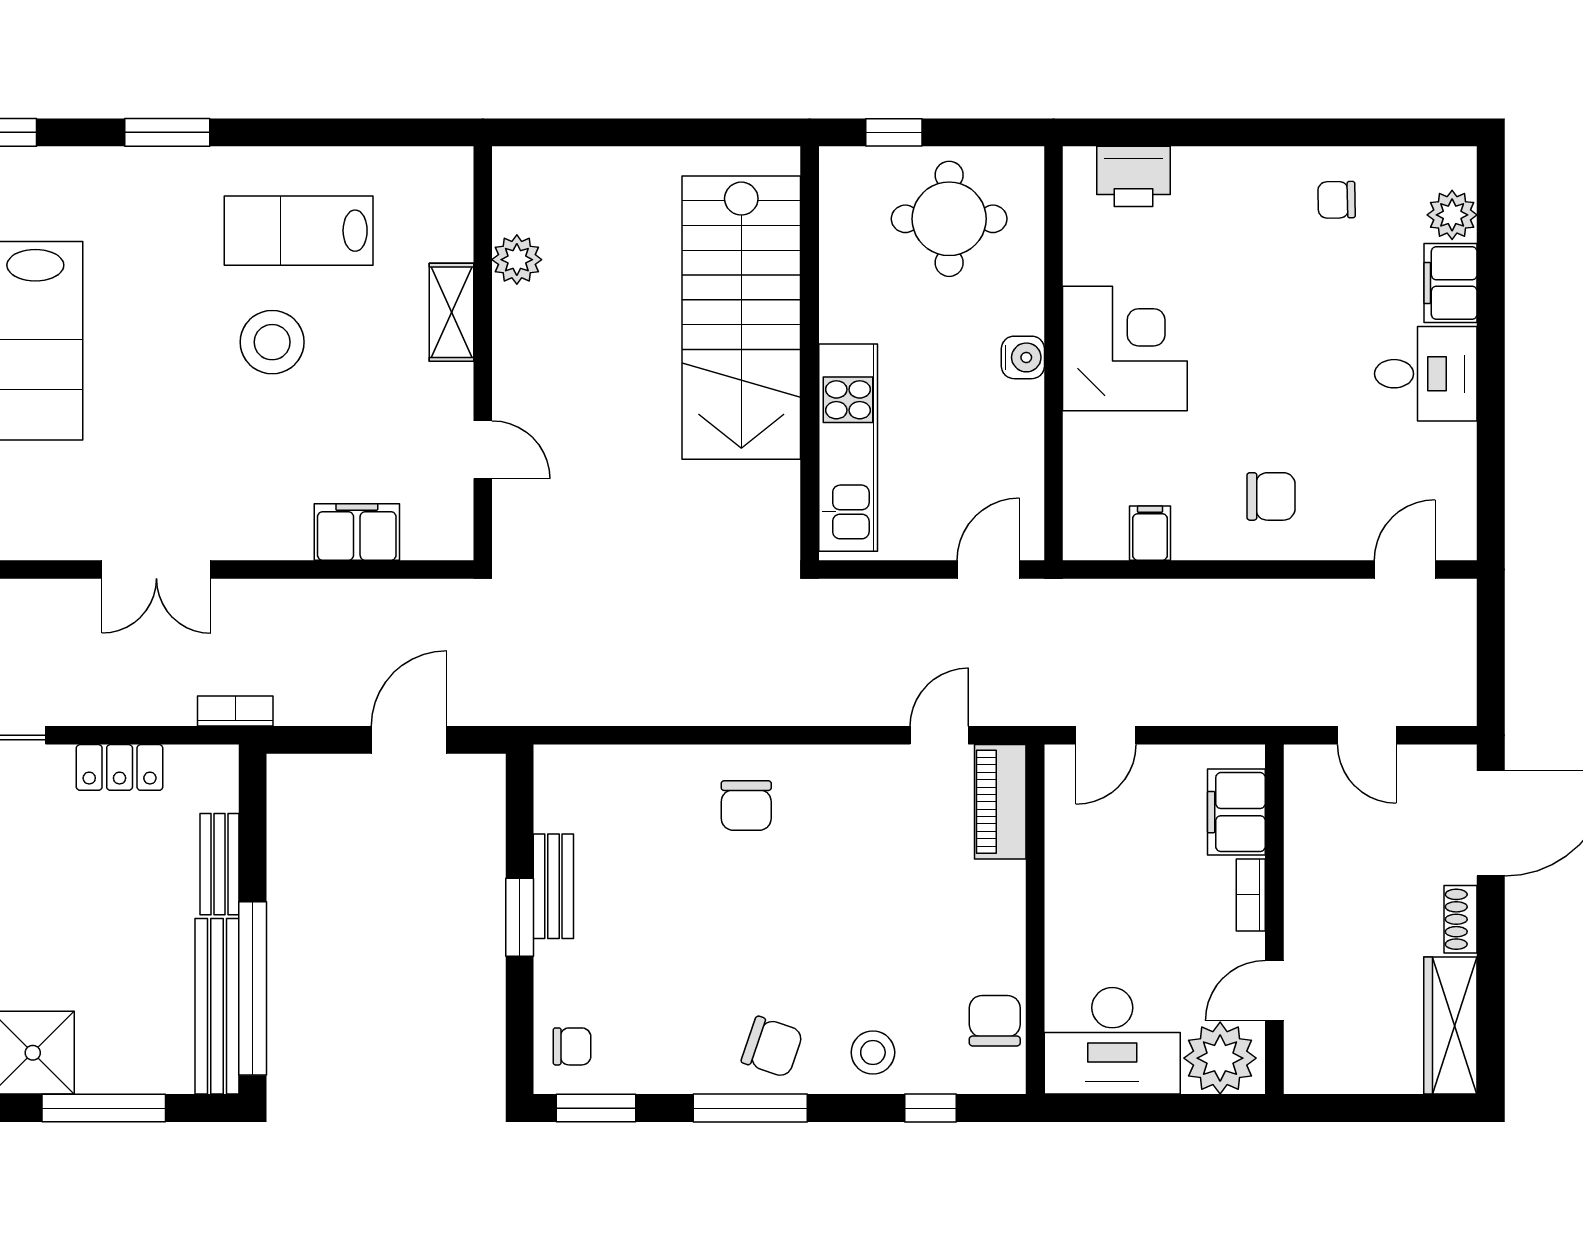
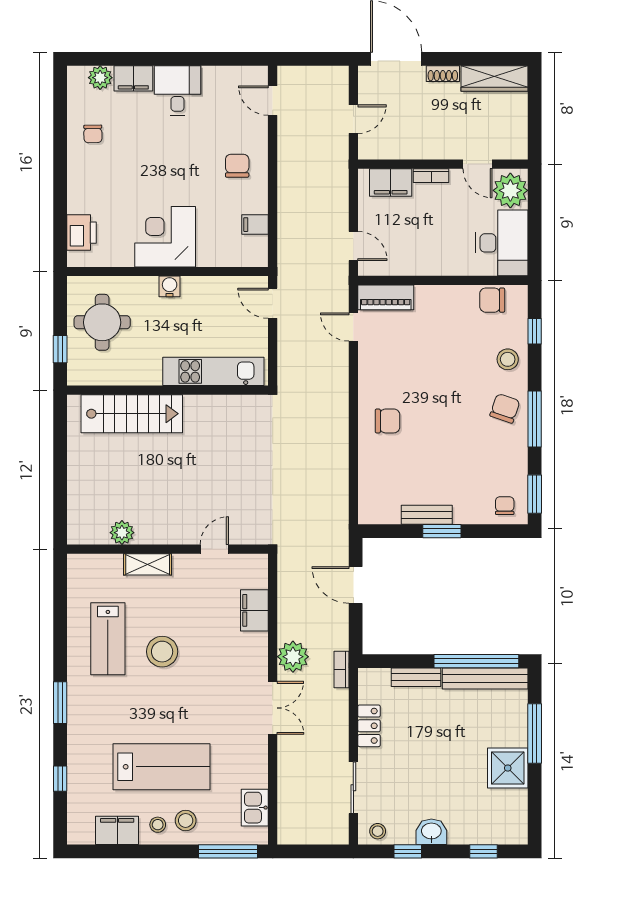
stairs: (741, 318) -> (132, 414), width x0.73, depth x0.66
plant: (262, 611) -> (293, 657), added

